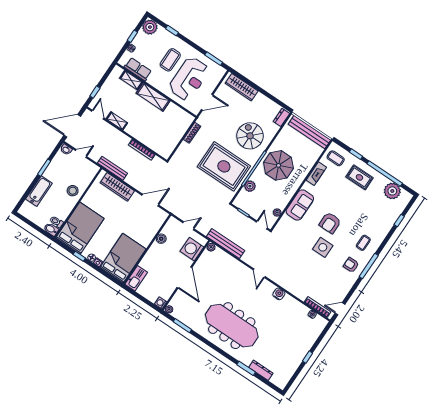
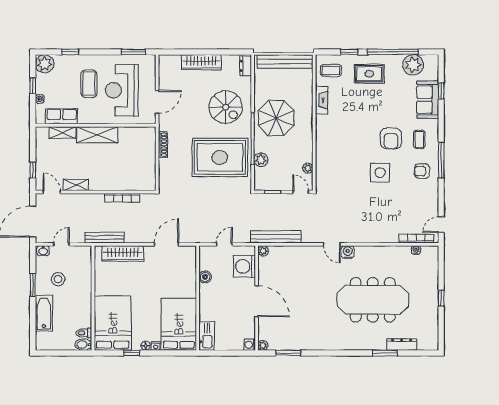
reception desk: (189, 79) -> (122, 90), turned 180
wardrobe: (242, 87) -> (201, 62), moved
spiral stairs: (250, 136) -> (226, 107), turned 180
stool: (73, 191) -> (58, 279), moved
sofa: (300, 205) -> (428, 100), moved, turned 180
armchair: (330, 223) -> (391, 138), moved
water cooler: (279, 294) -> (348, 252), moved
meeting table: (232, 326) -> (373, 300), moved

